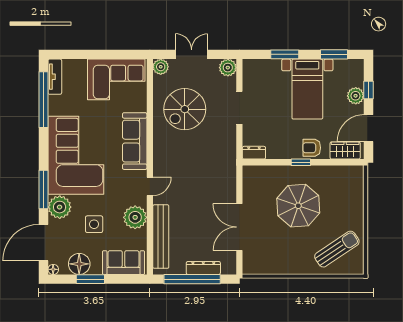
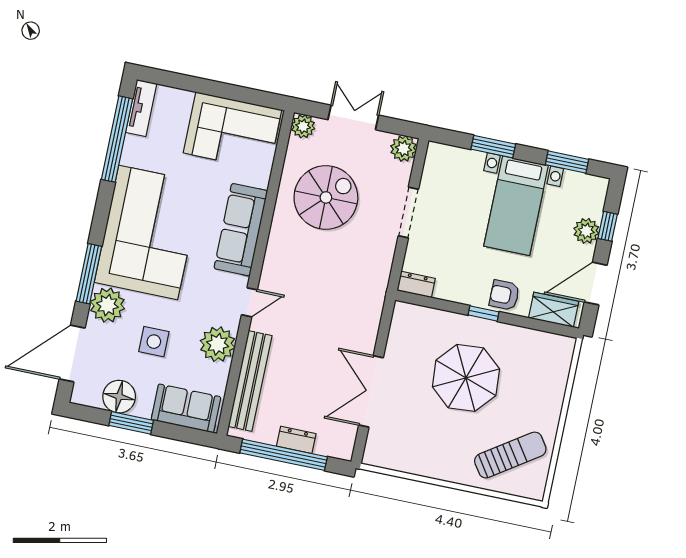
spiral stairs: (185, 109) -> (326, 197), turned 180
dresser: (203, 268) -> (296, 440), width x0.70
floor lamp: (53, 269) -> (78, 397), removed

